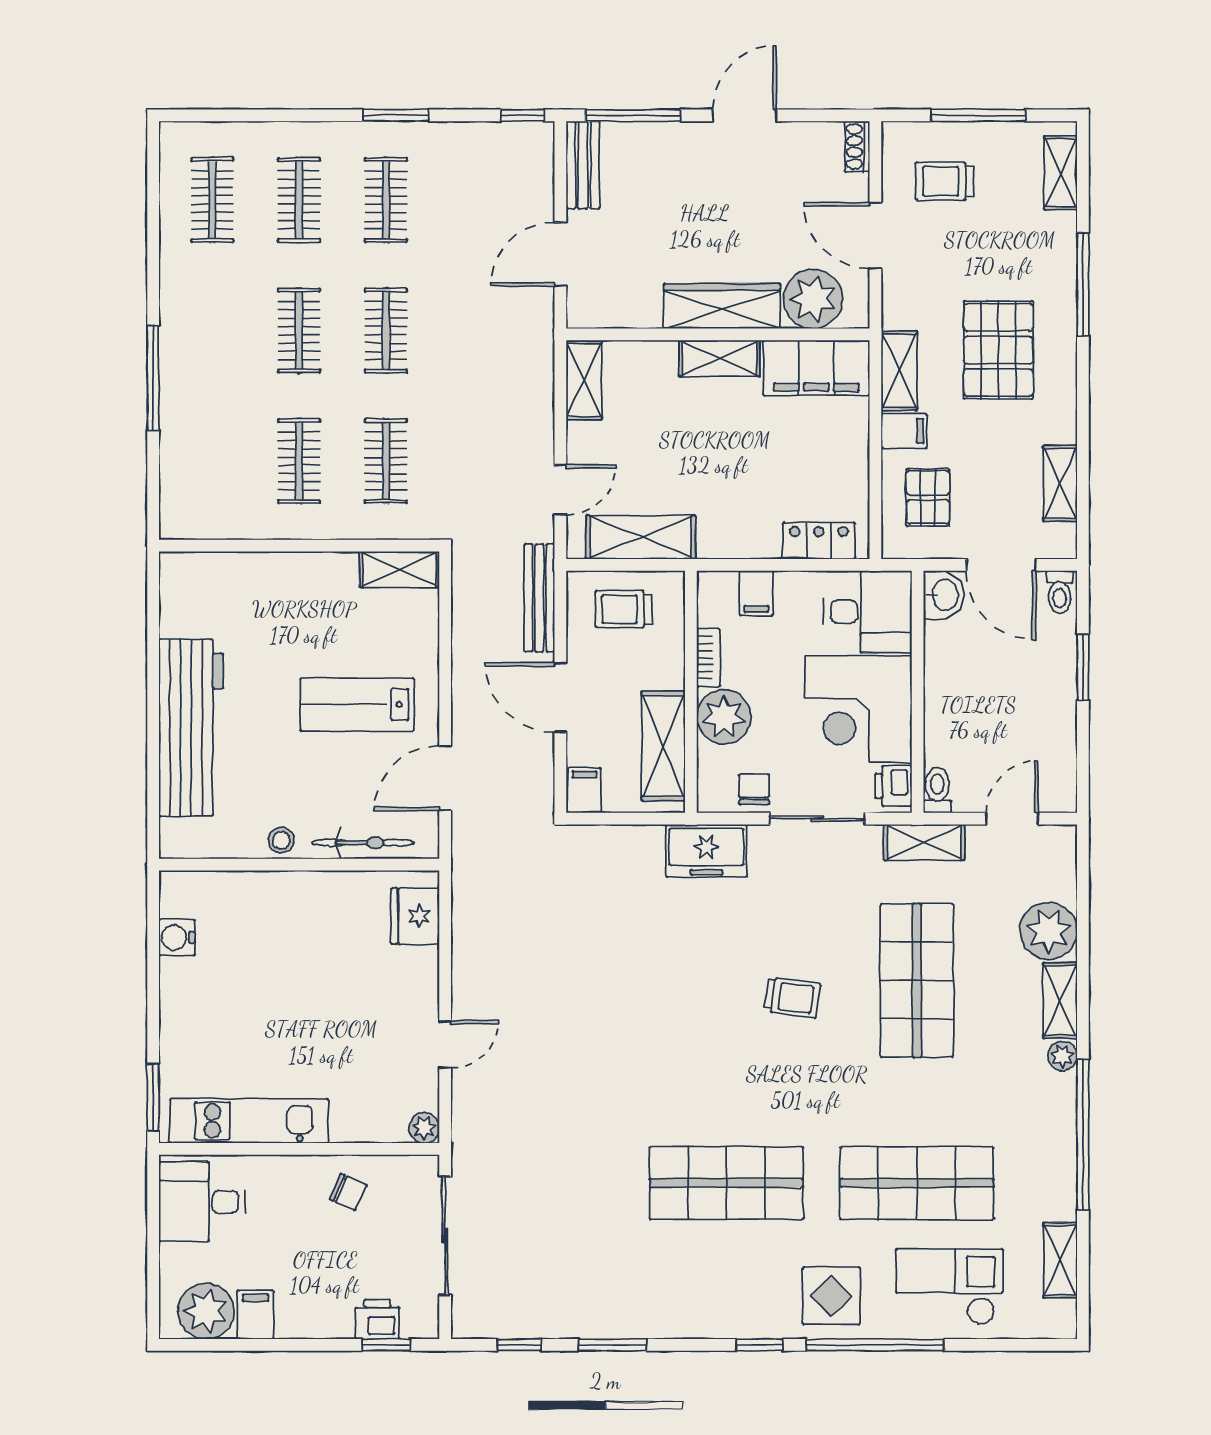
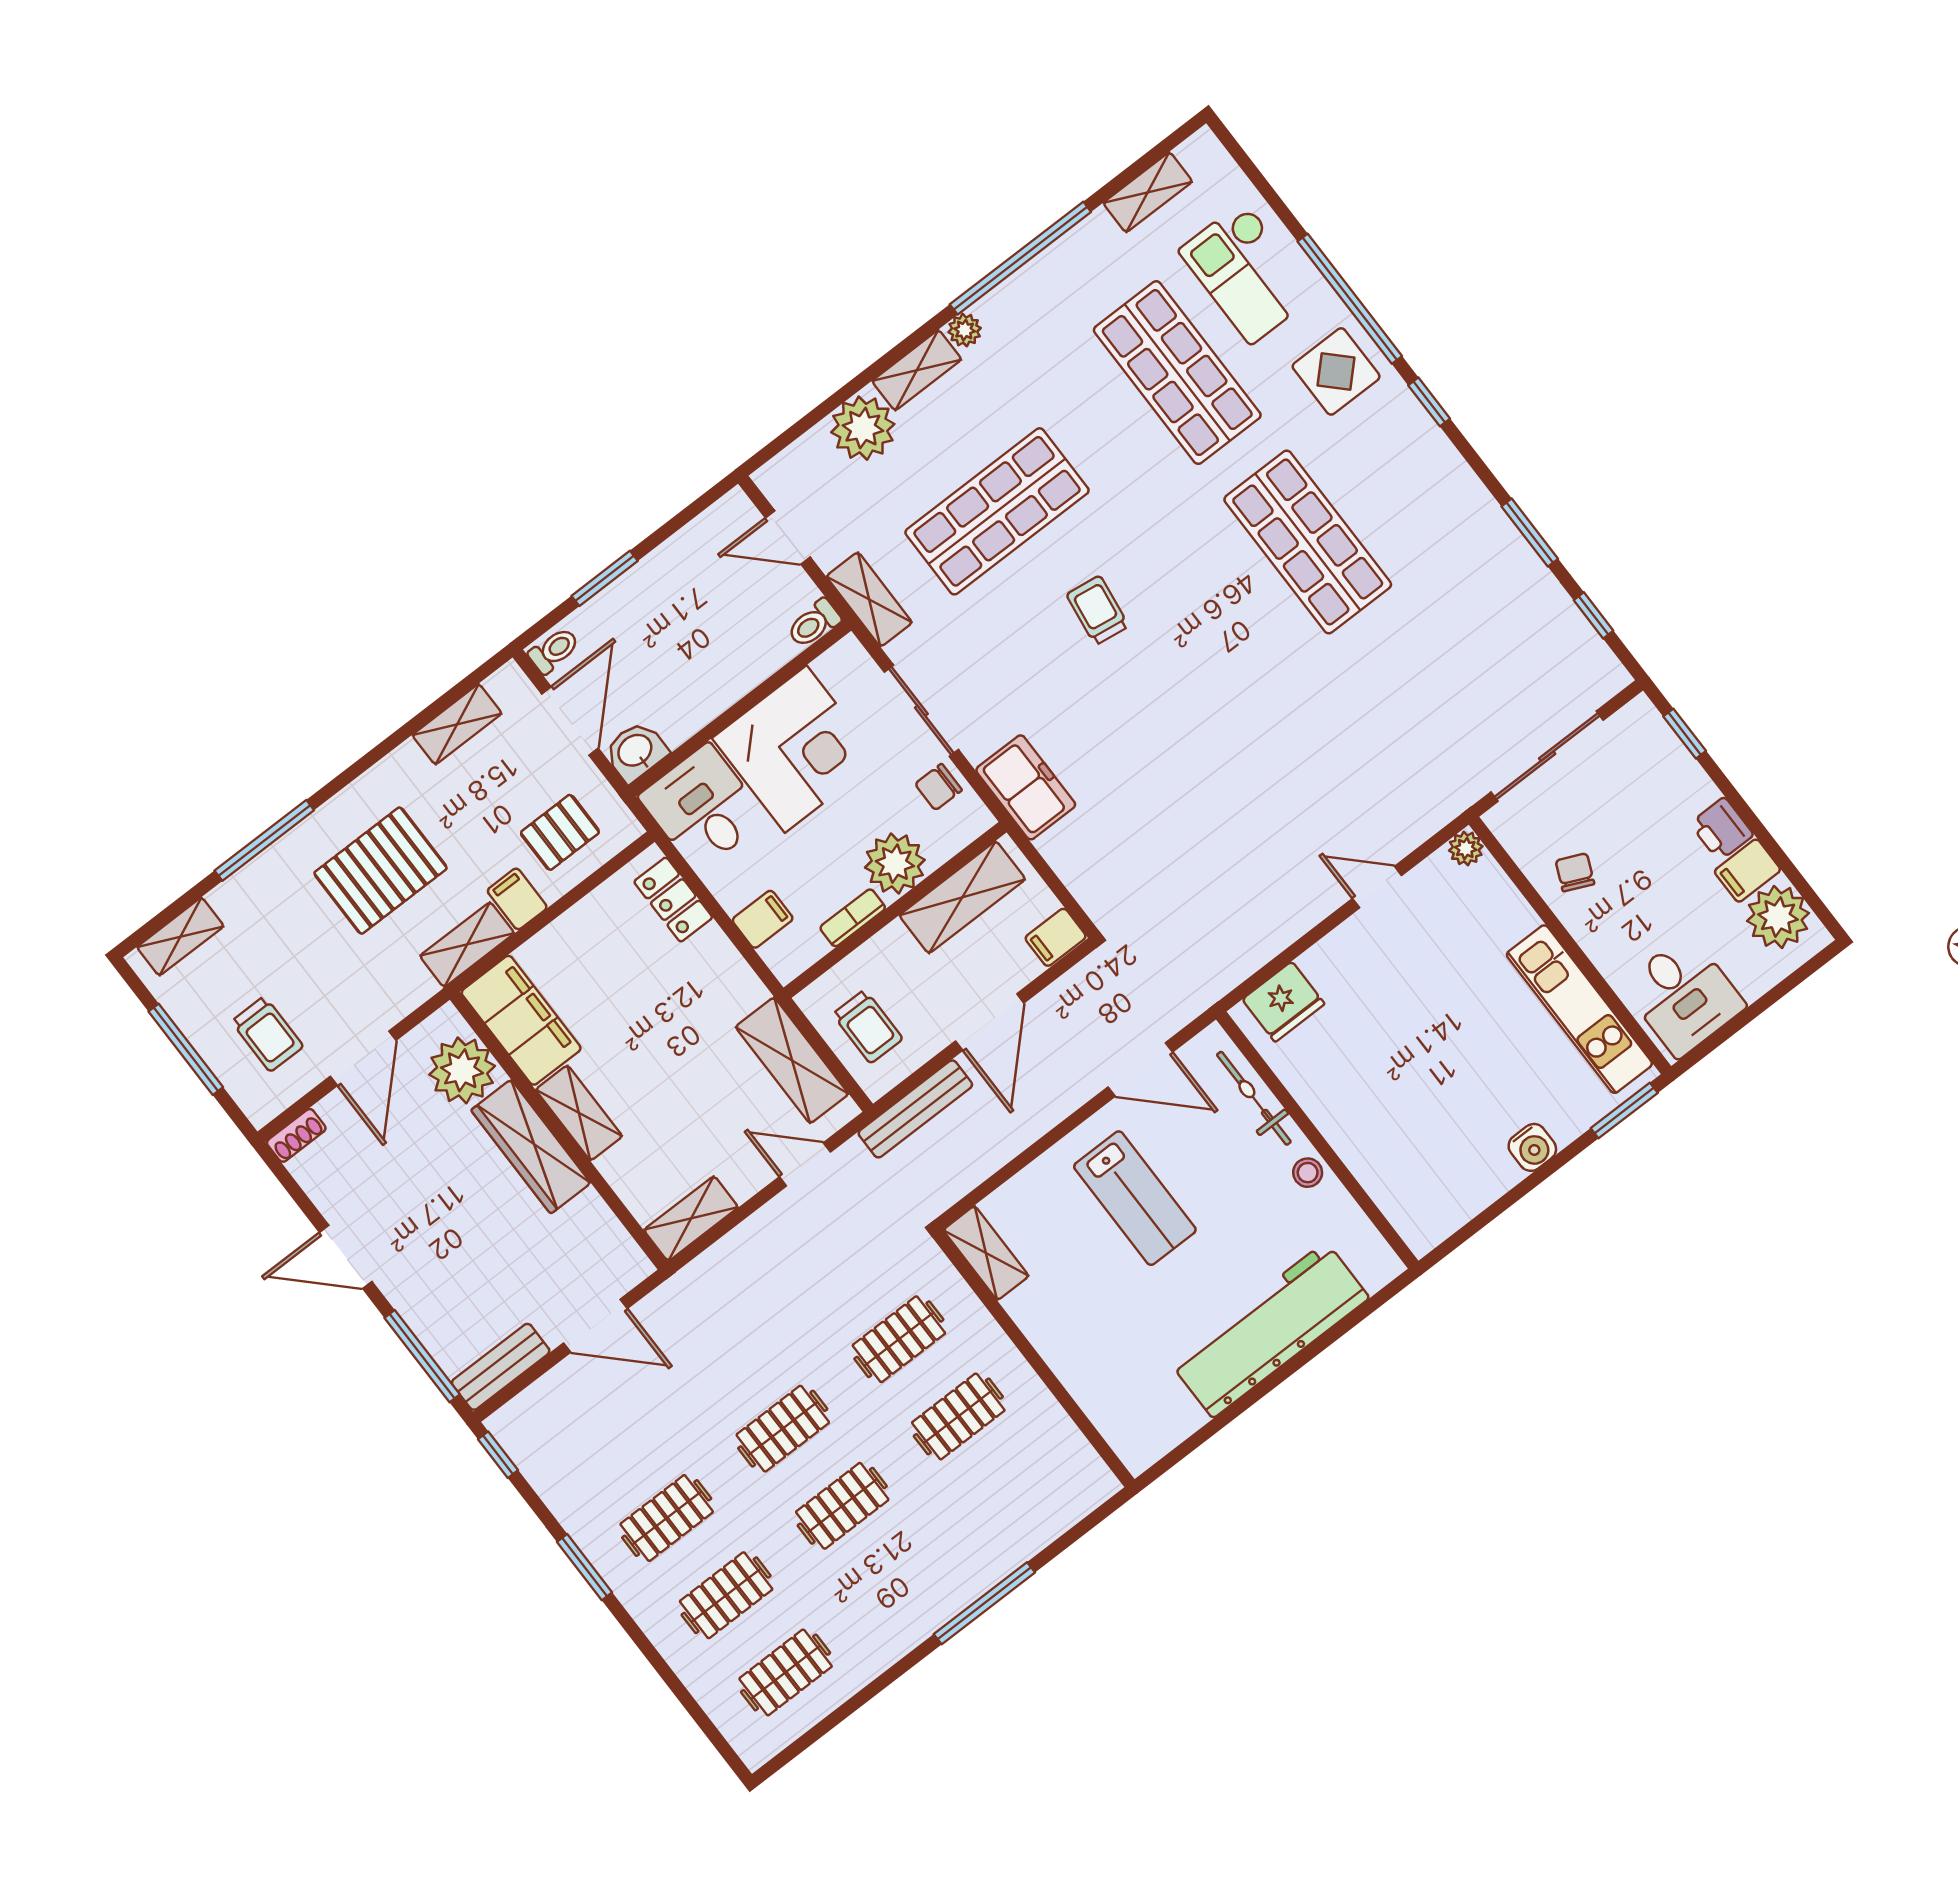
printer: (893, 786) -> (840, 665), removed
water cooler: (177, 938) -> (1532, 1147), moved
printer: (377, 1319) -> (1722, 829), moved

